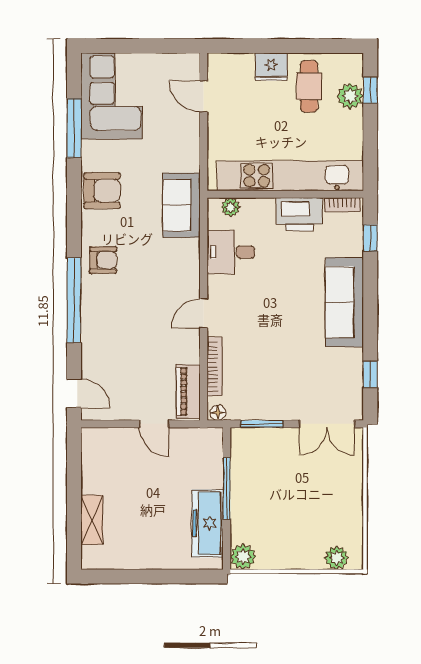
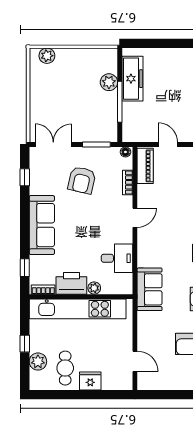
window: (370, 90) -> (25, 344), moved
plant: (231, 207) -> (94, 288), moved
bookcase: (215, 367) -> (128, 182), width x0.64
armchair: (284, 370) -> (82, 180), added
plant: (243, 557) -> (109, 82), moved

